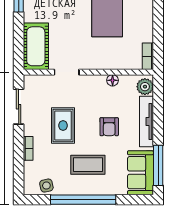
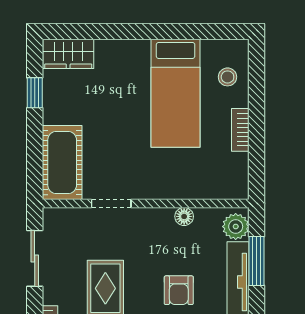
bookcase: (148, 56) -> (240, 130), moved
window: (158, 108) -> (257, 261), added

